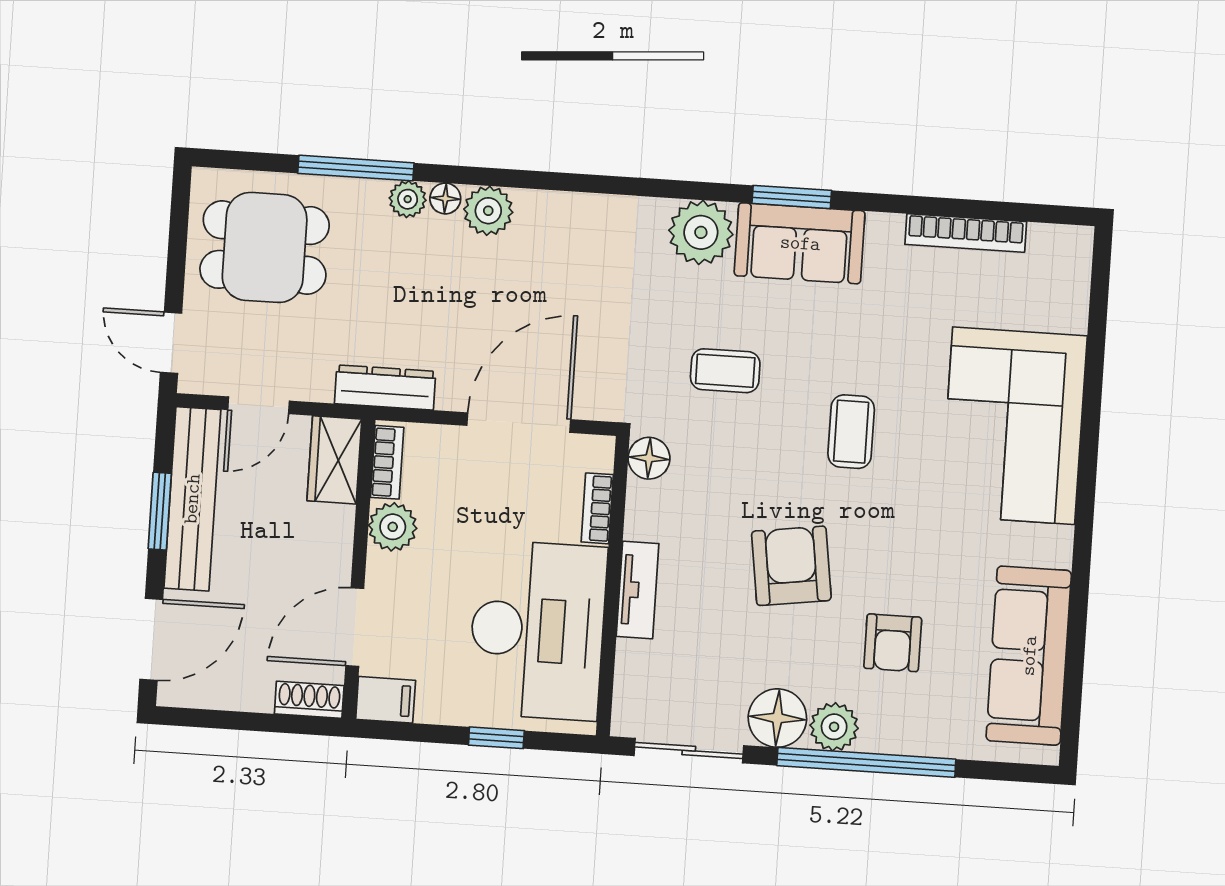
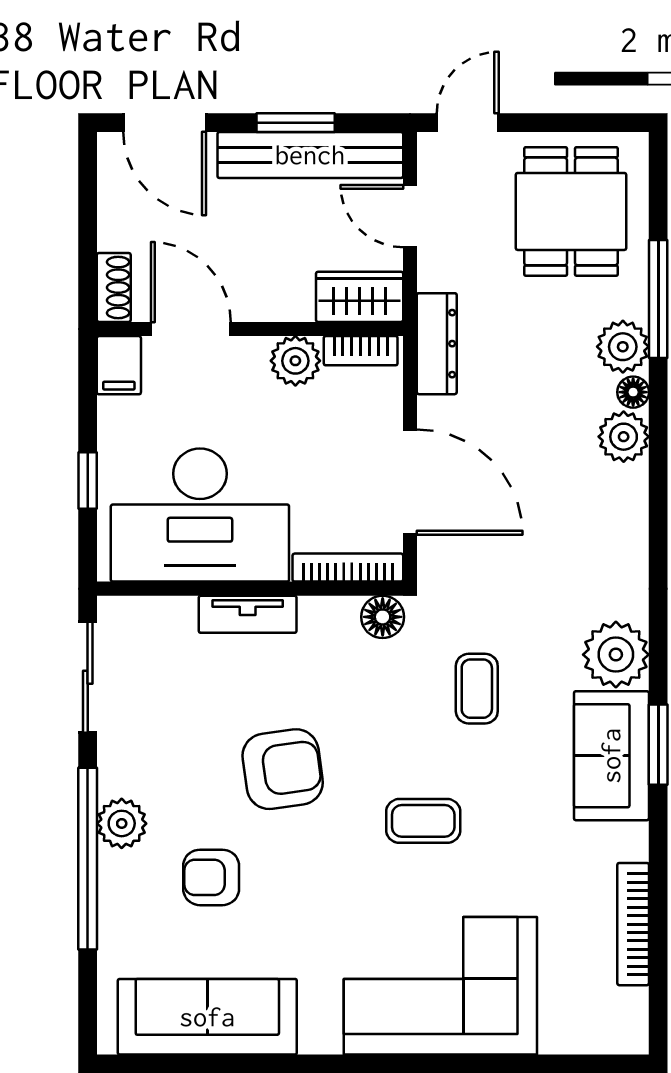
plant: (408, 199) -> (623, 347), width x1.38, depth x1.38
bookcase: (597, 508) -> (348, 568), width x1.56
floor lamp: (777, 718) -> (127, 765), removed

